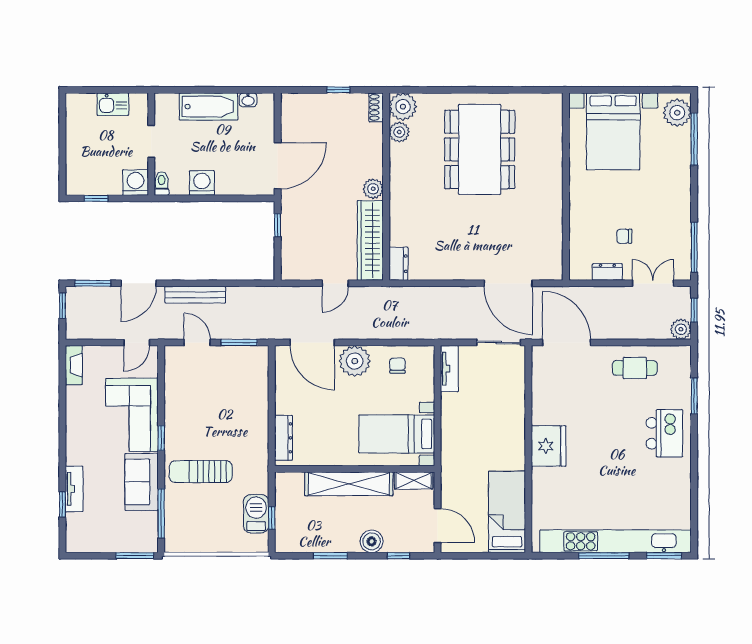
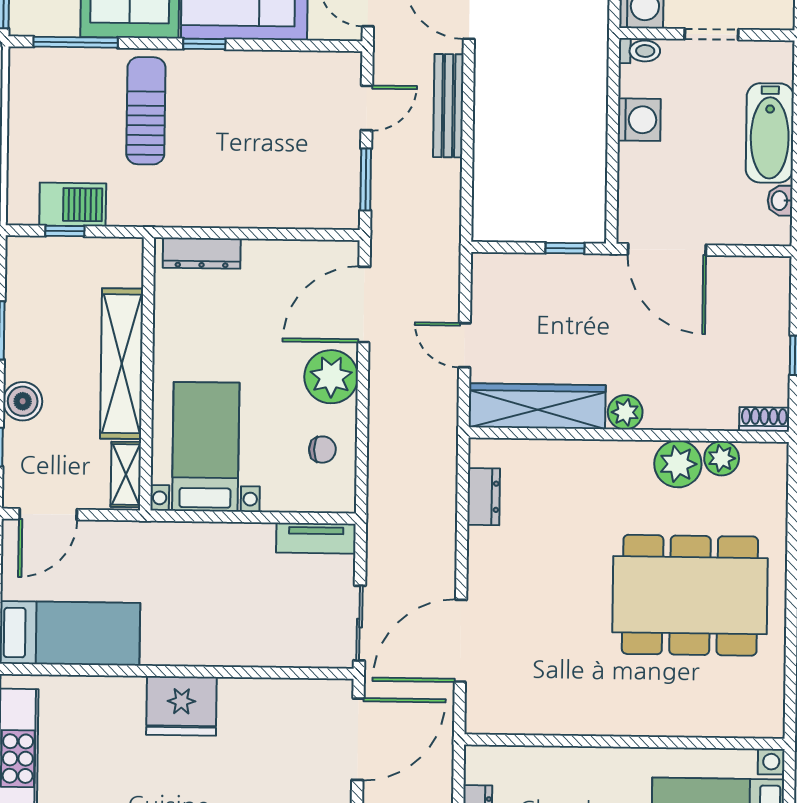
plant: (403, 107) -> (678, 464), moved
dresser: (399, 264) -> (484, 497), moved, turned -90

